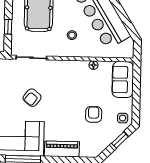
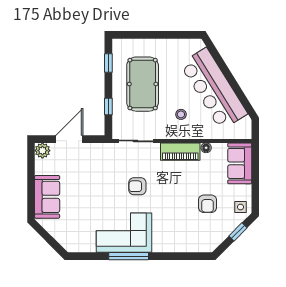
armchair: (32, 98) -> (137, 186), turned 51
armchair: (94, 114) -> (208, 204), turned 180
piano: (62, 149) -> (180, 152), moved, turned 180

